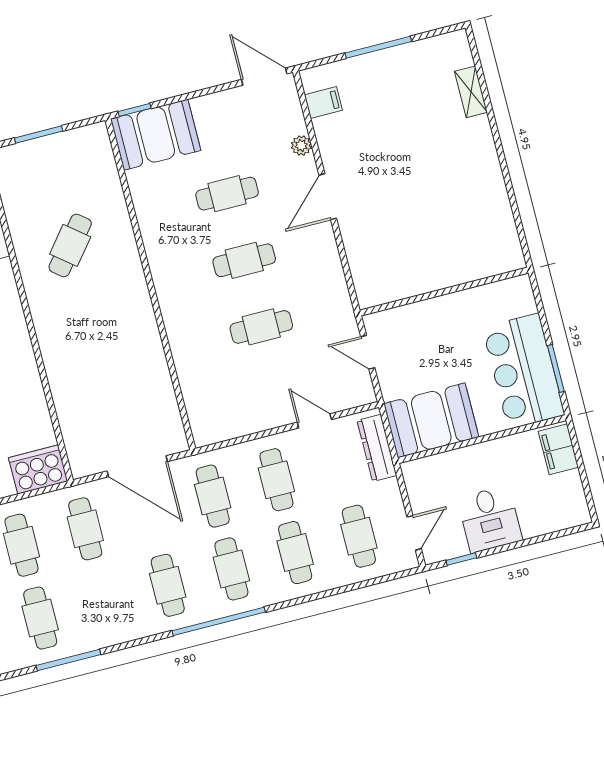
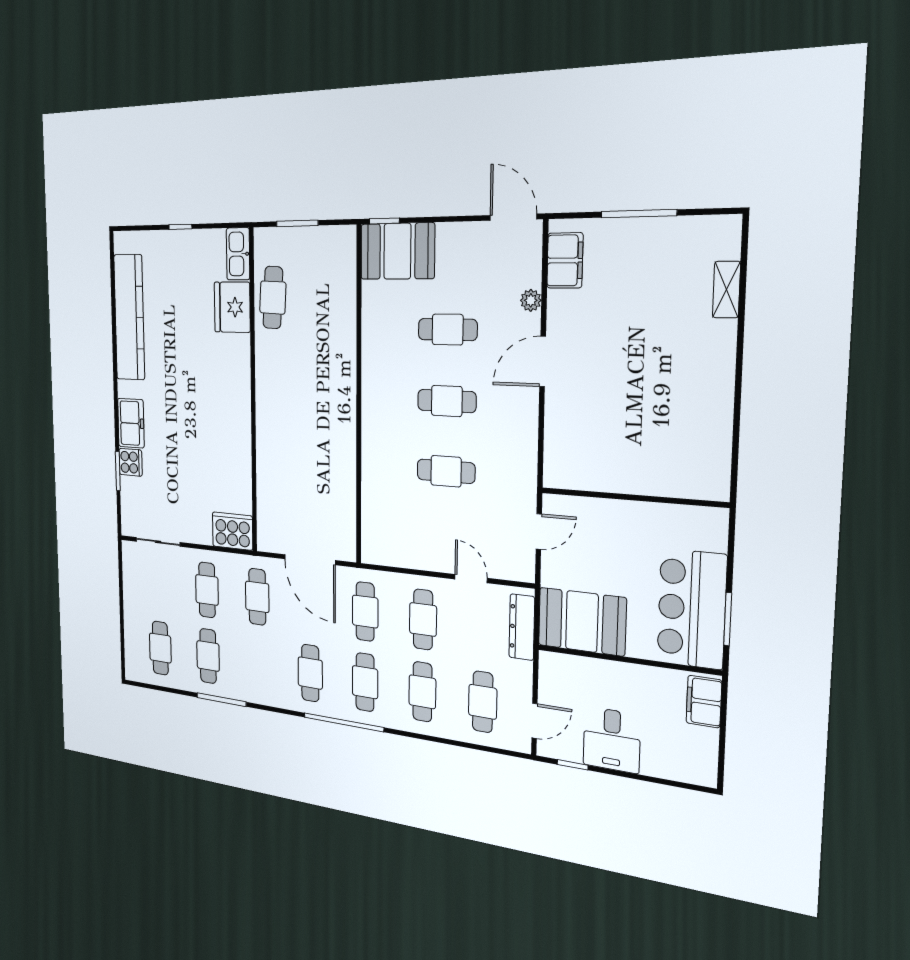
filing cabinet: (323, 103) -> (565, 260), width x2.00
cafe table: (70, 245) -> (273, 298), moved, turned -36
door: (368, 352) -> (539, 532), swing flipped

